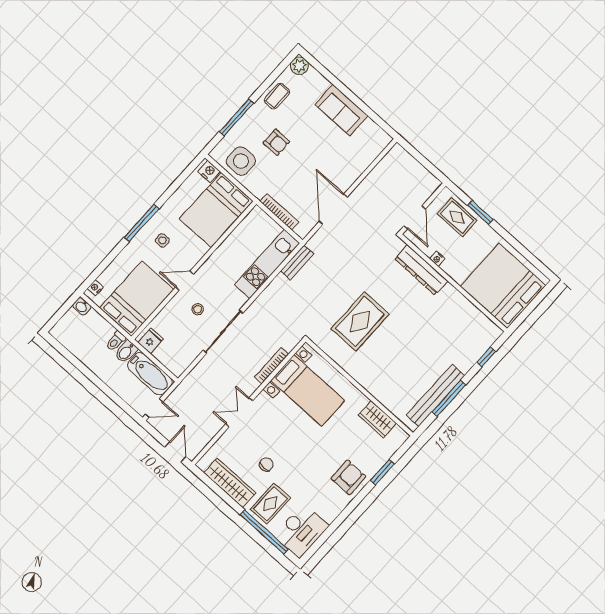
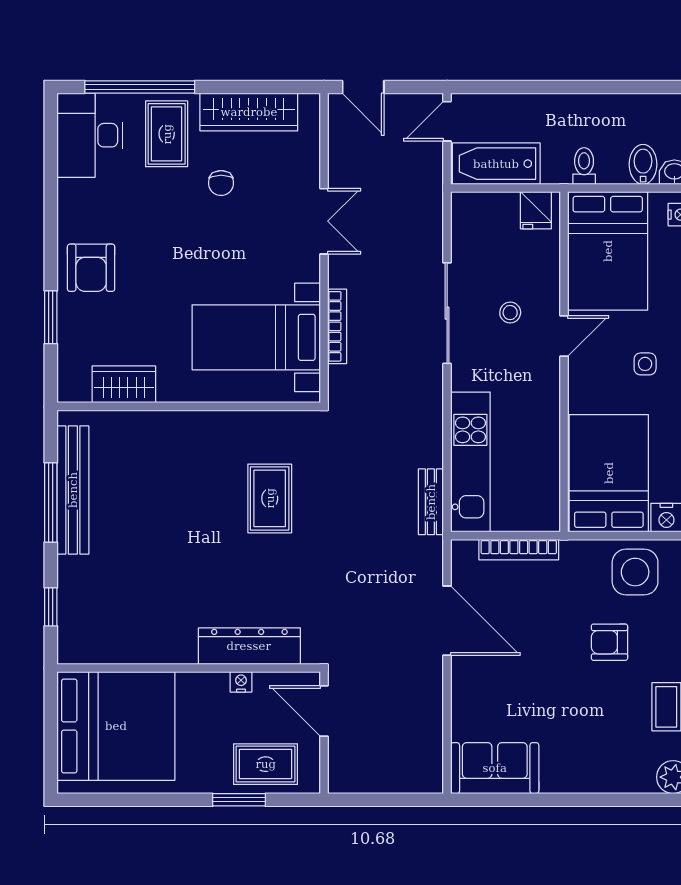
sofa: (341, 110) -> (495, 768), moved
rug: (360, 321) -> (270, 498), width x0.73, depth x0.70
bidet: (126, 352) -> (643, 164), moved

